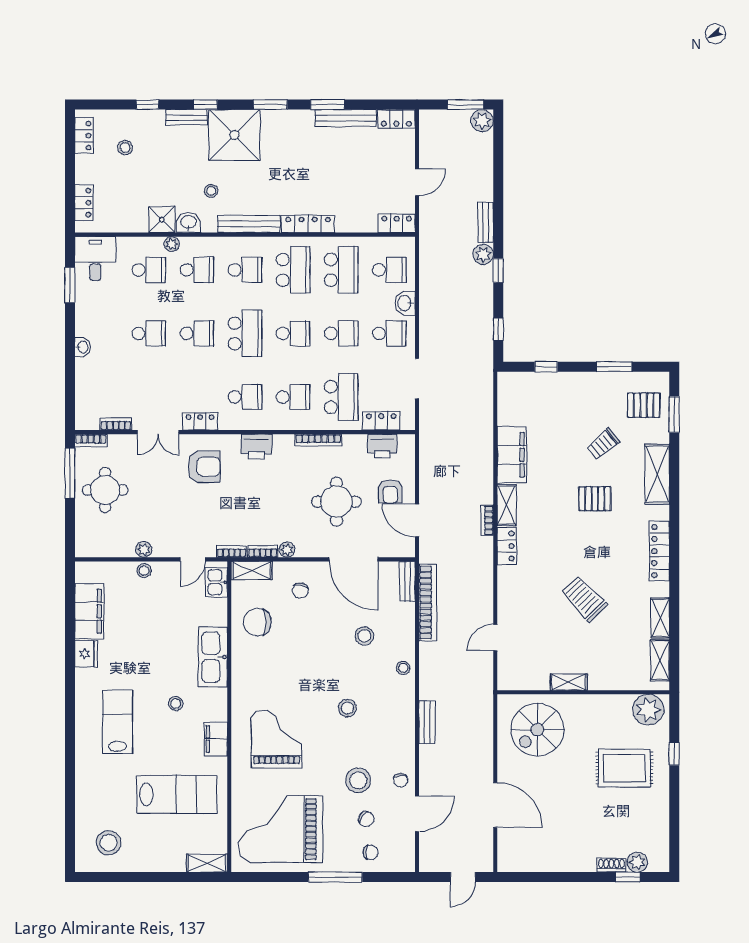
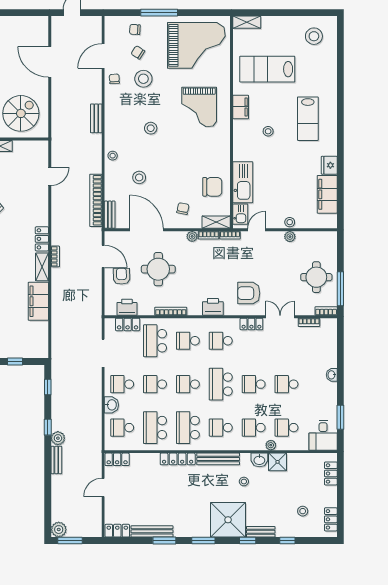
kitchen sink: (213, 657) -> (243, 182), moved

